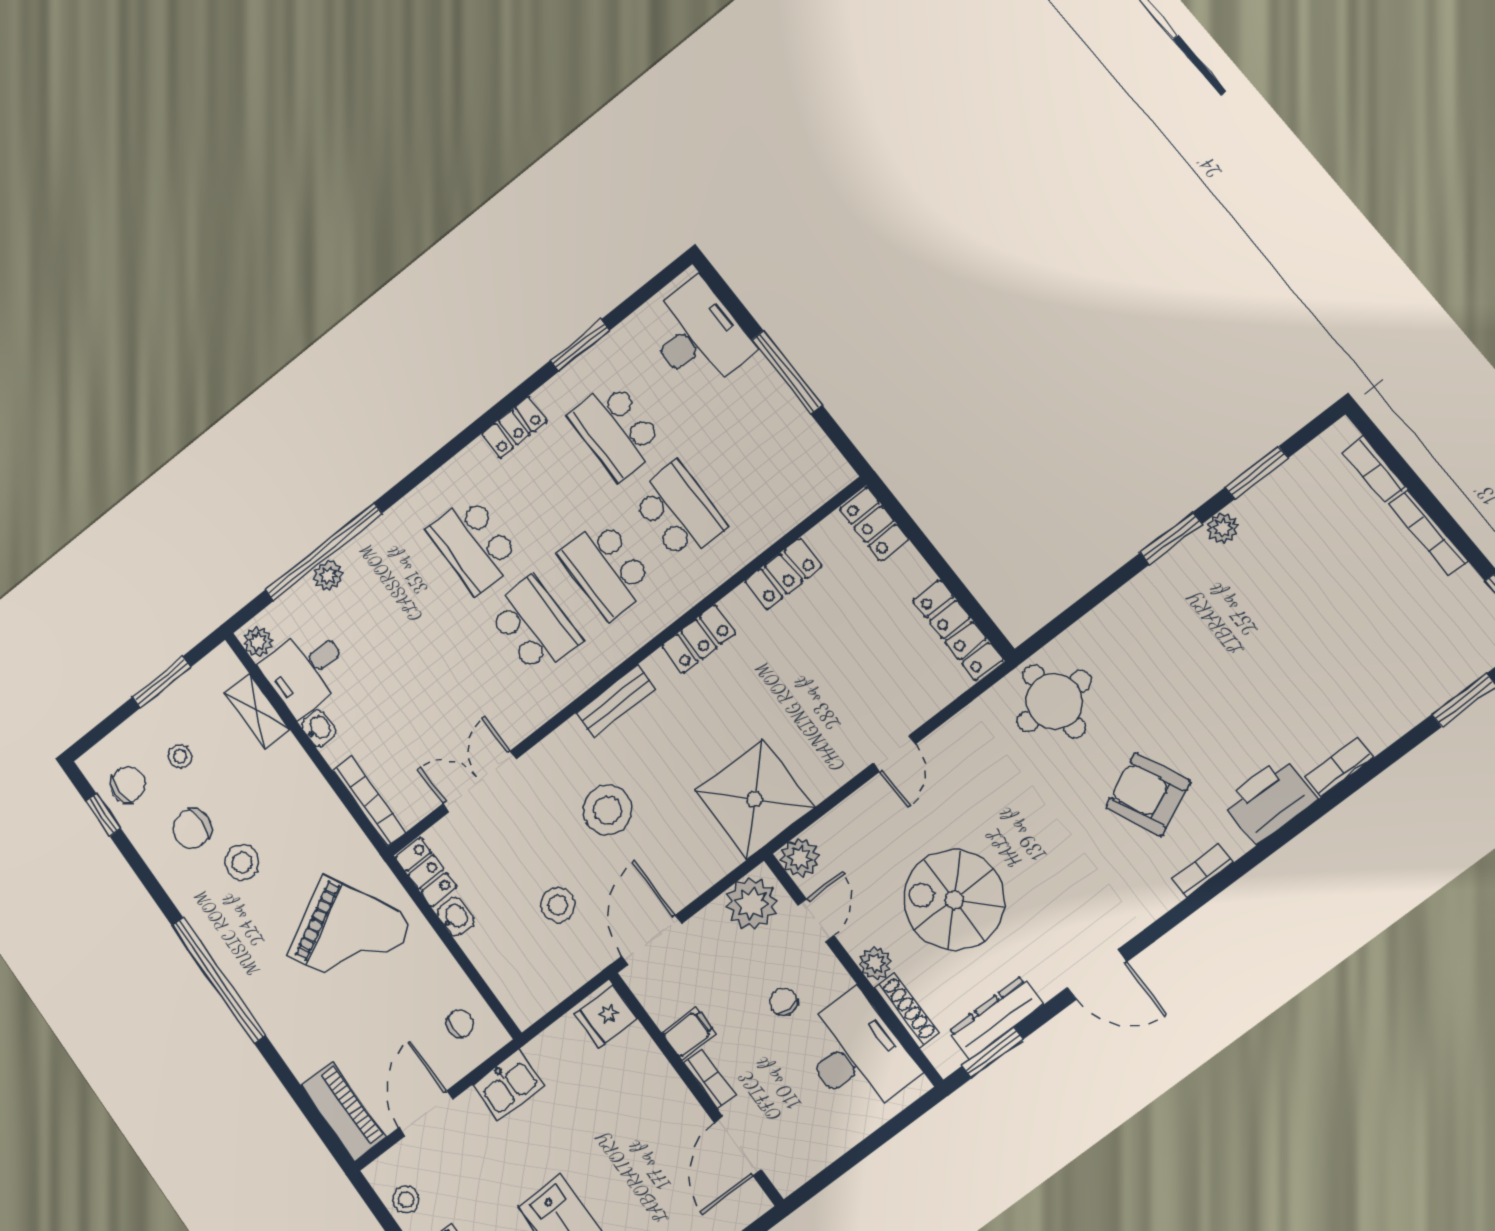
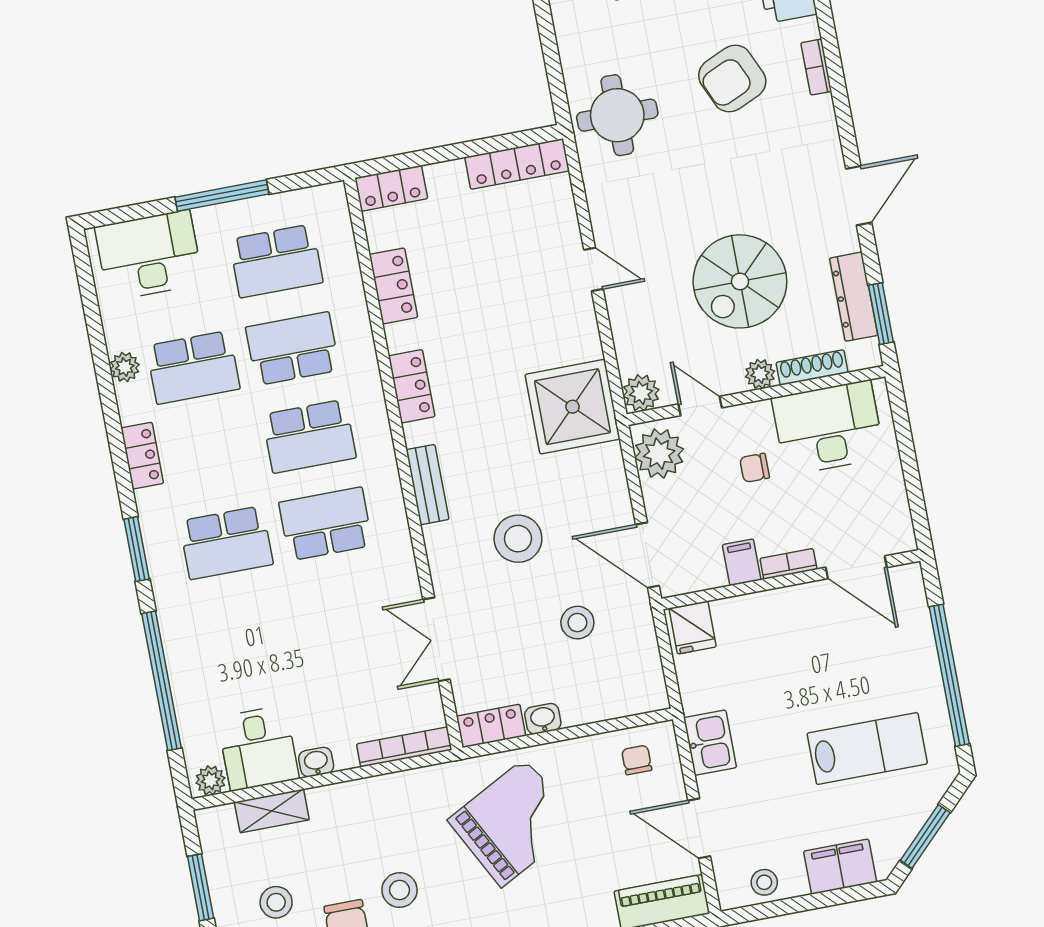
window: (580, 345) -> (137, 549), moved
school desk: (752, 454) -> (276, 261), added
plant: (328, 576) -> (125, 367), moved
stool: (180, 756) -> (276, 902), width x1.37, depth x1.37

